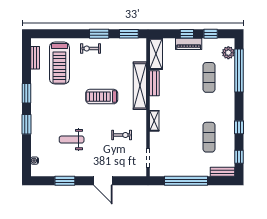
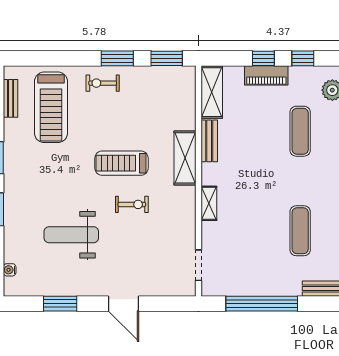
shelving: (140, 86) -> (185, 158), width x0.68
exercise bike: (122, 135) -> (132, 204), moved
weight bench: (72, 140) -> (71, 235), width x1.36, depth x1.33

